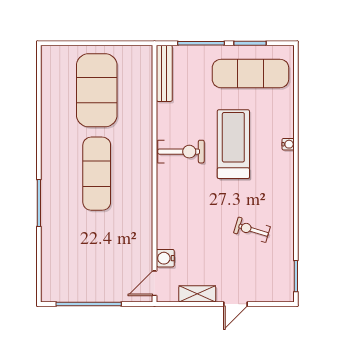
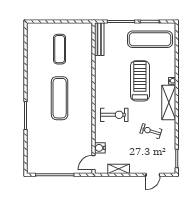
exercise mat: (97, 90) -> (60, 49), width x0.50, depth x0.69
exercise bike: (181, 152) -> (114, 115), moved
shelving: (282, 181) -> (169, 103), added
door: (235, 304) -> (153, 175), moved

